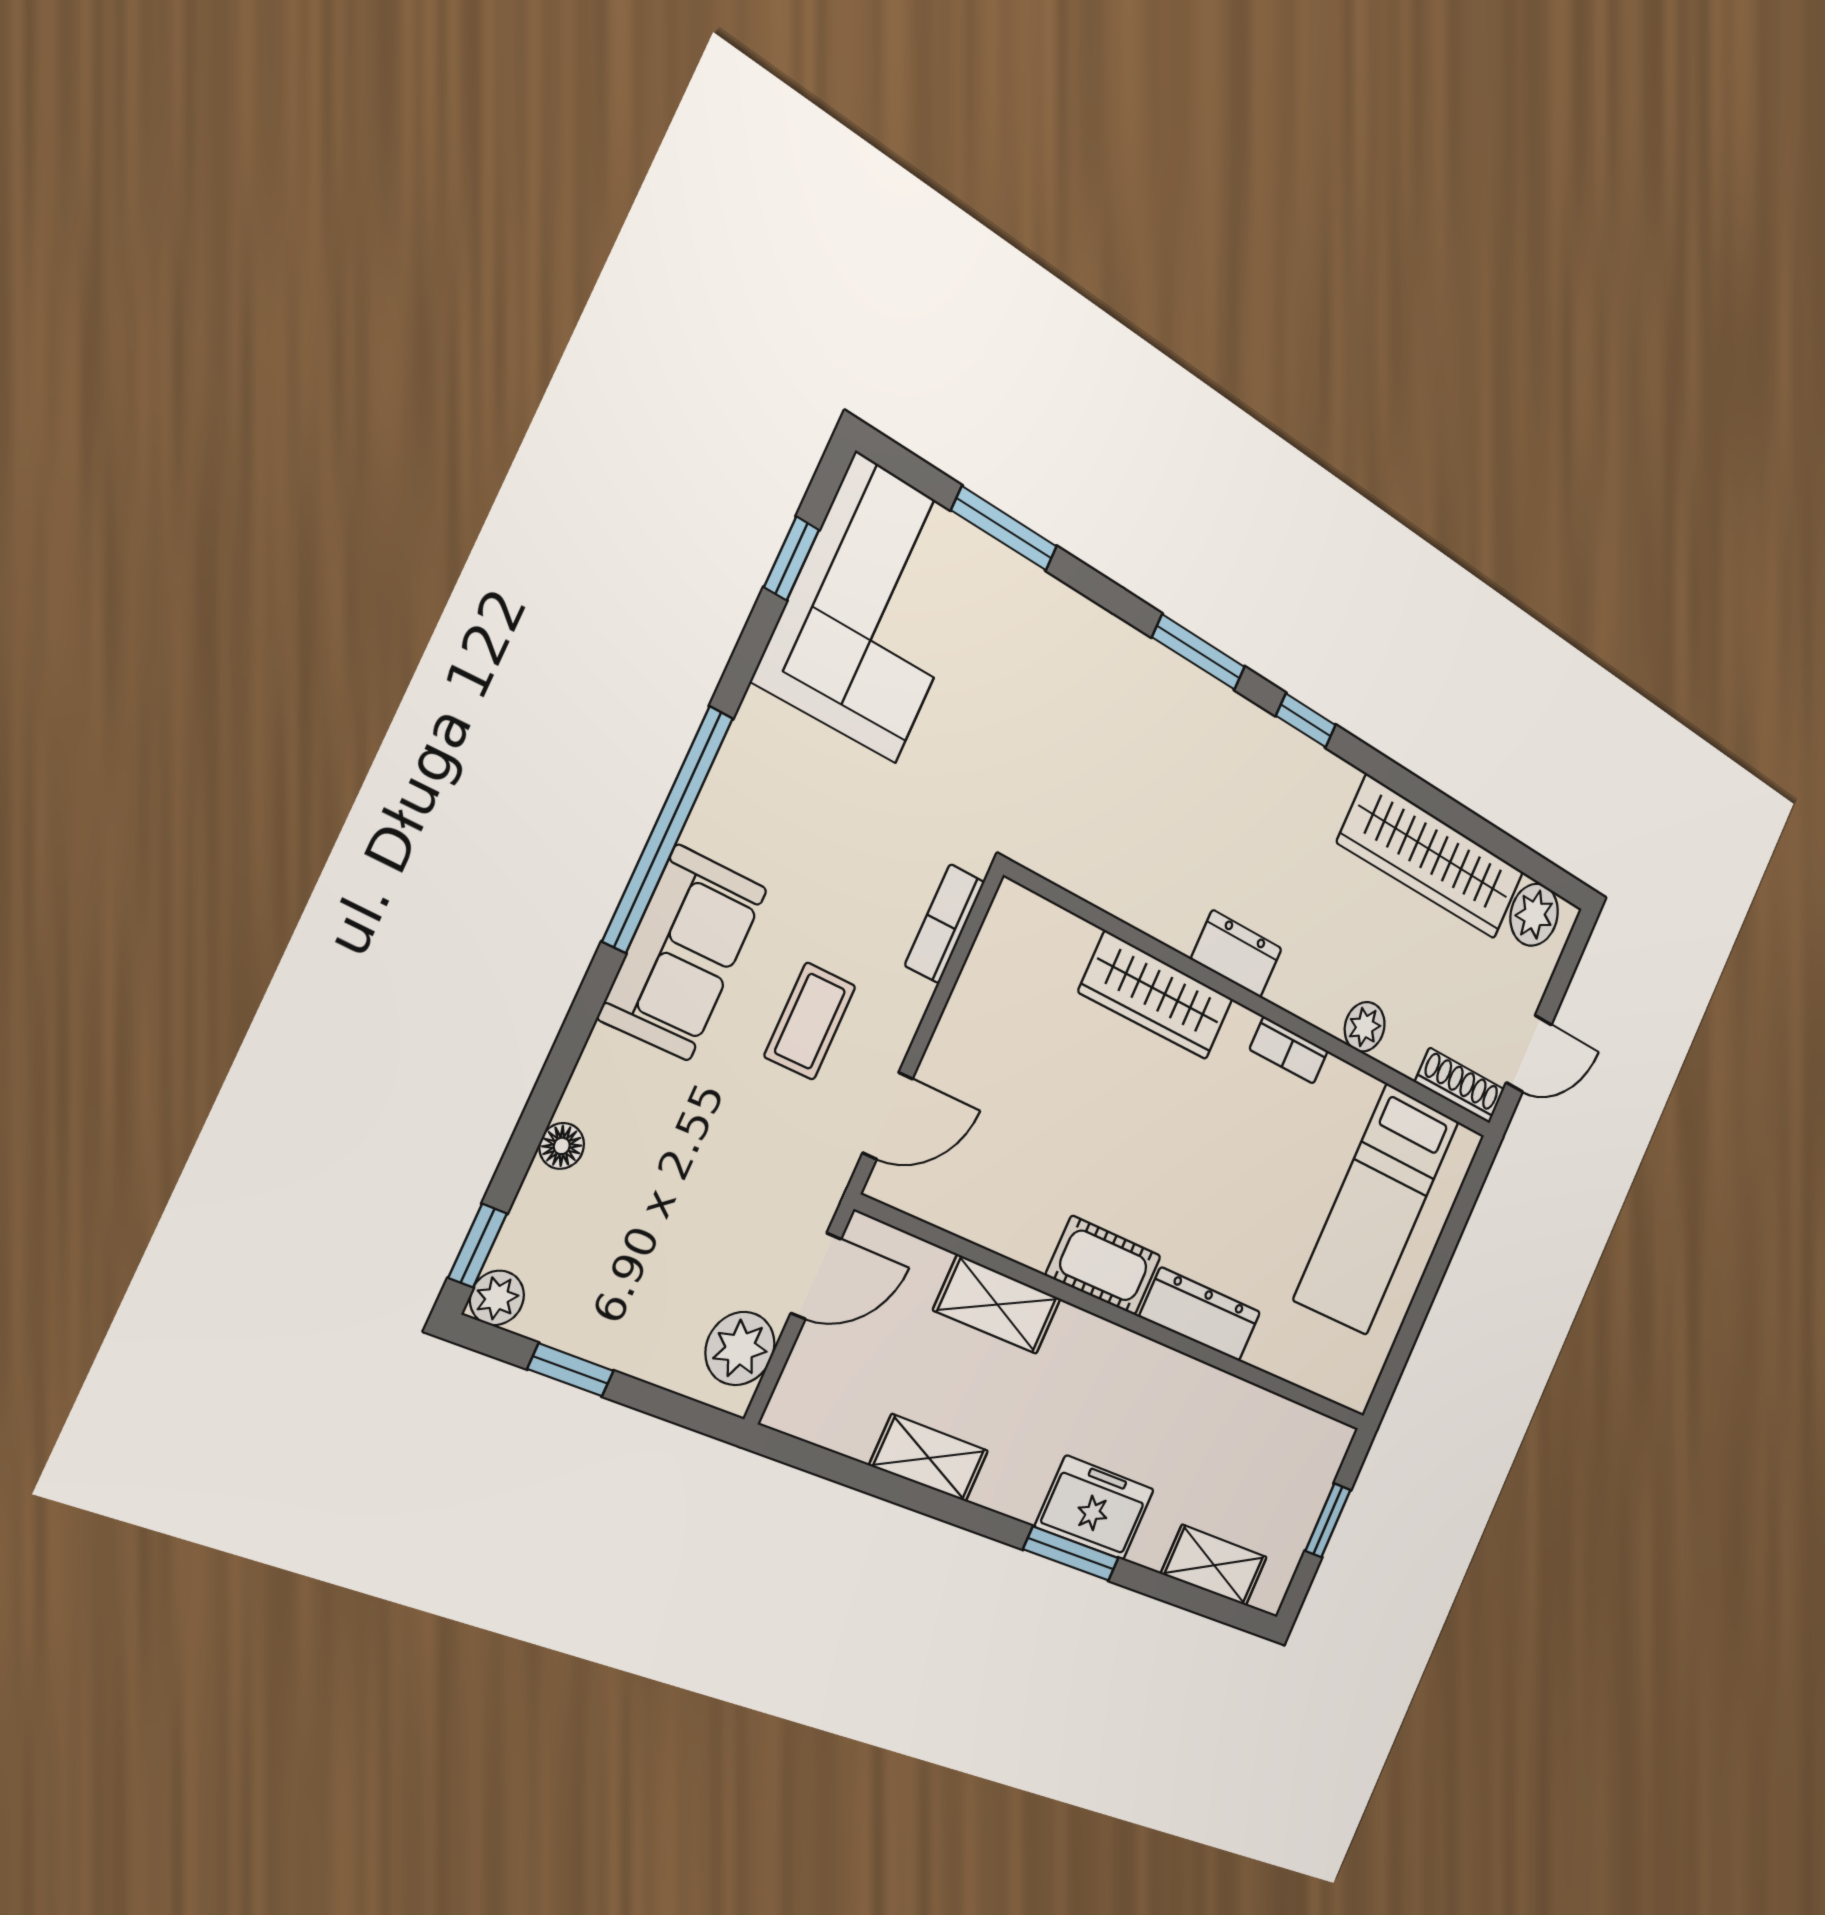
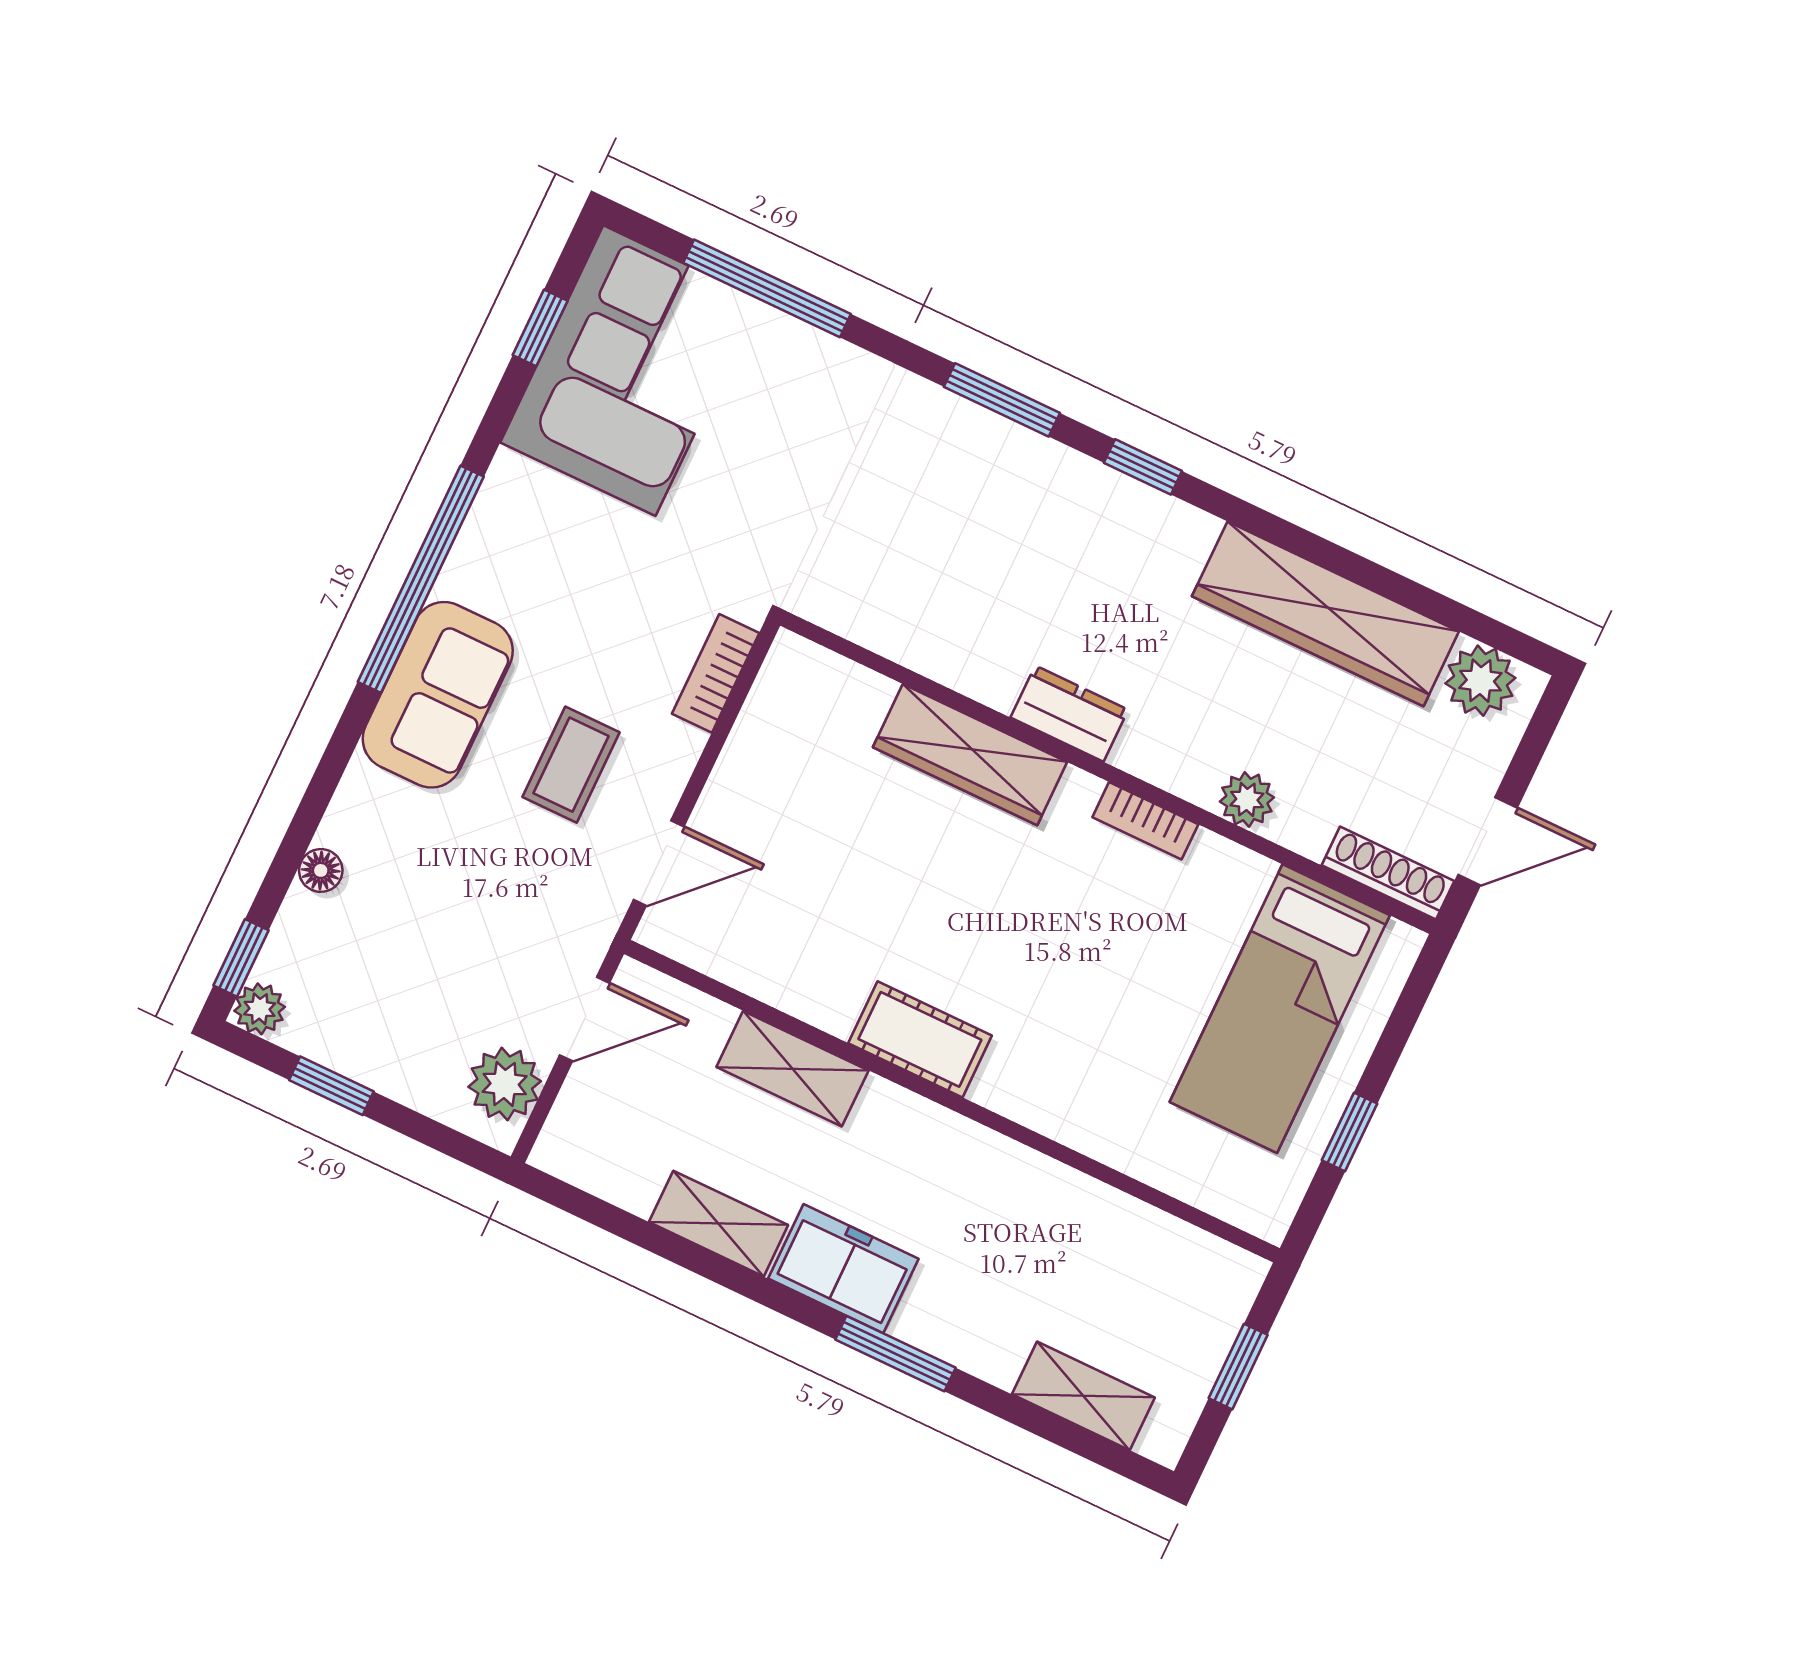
window: (1004, 528) -> (767, 288), width x1.44
window: (1418, 1310) -> (1350, 1132), added
dresser: (1200, 1314) -> (1047, 1105), removed
freezer: (1095, 1508) -> (843, 1269), moved

